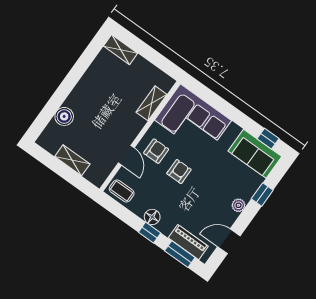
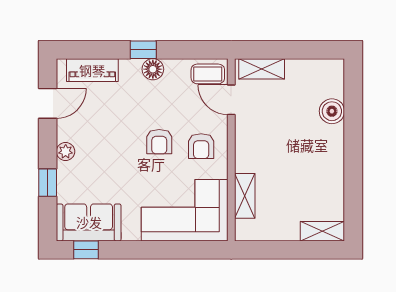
door: (126, 155) -> (231, 100), moved
shelving: (72, 160) -> (262, 69), moved
window: (180, 254) -> (92, 50), removed

